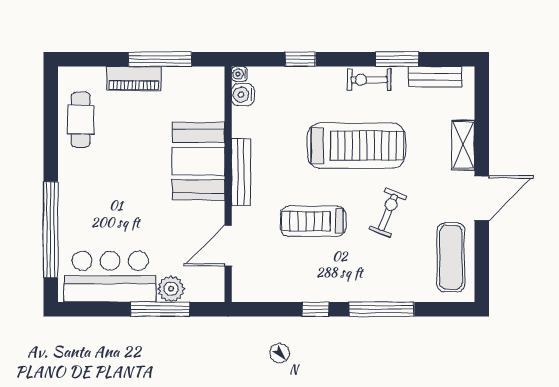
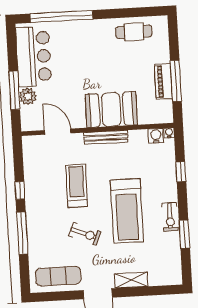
bench: (435, 77) -> (174, 259), removed
piano: (134, 79) -> (163, 81), moved
exercise bike: (369, 80) -> (170, 217), turned 180

